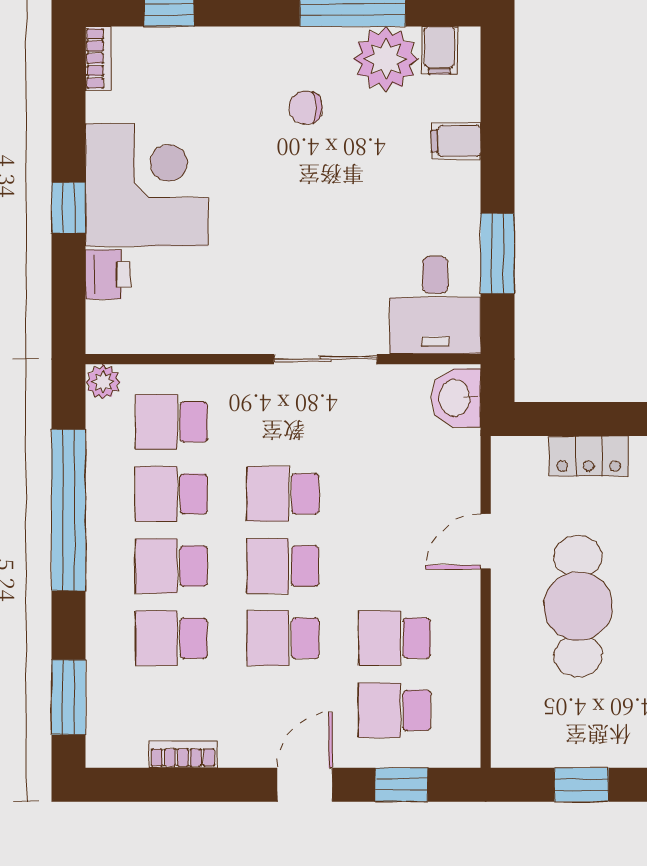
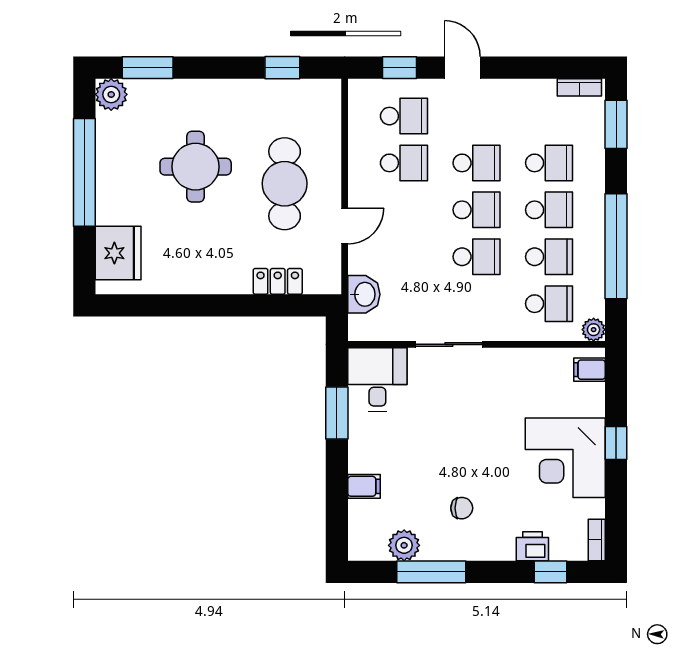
filing cabinet: (440, 50) -> (589, 370), moved, turned -90
plant: (386, 59) -> (404, 545), width x0.73, depth x0.73
printer: (108, 274) -> (532, 546), moved, turned 90
washbasin: (456, 398) -> (364, 294), moved
bookcase: (183, 754) -> (579, 87), moved
door: (305, 785) -> (462, 68), swing flipped

